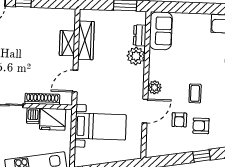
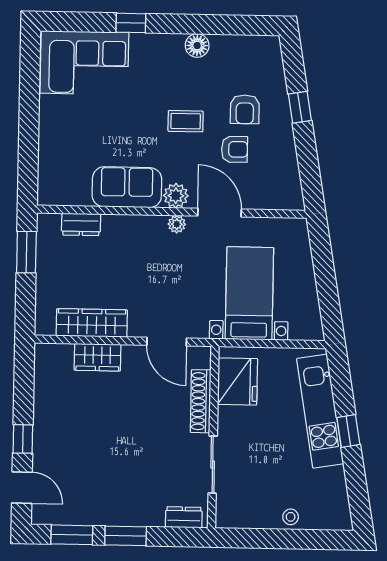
sofa: (161, 31) -> (127, 187), moved
plant: (136, 56) -> (177, 224), moved, width x0.53, depth x0.53
dishwasher: (33, 116) -> (232, 418), removed

